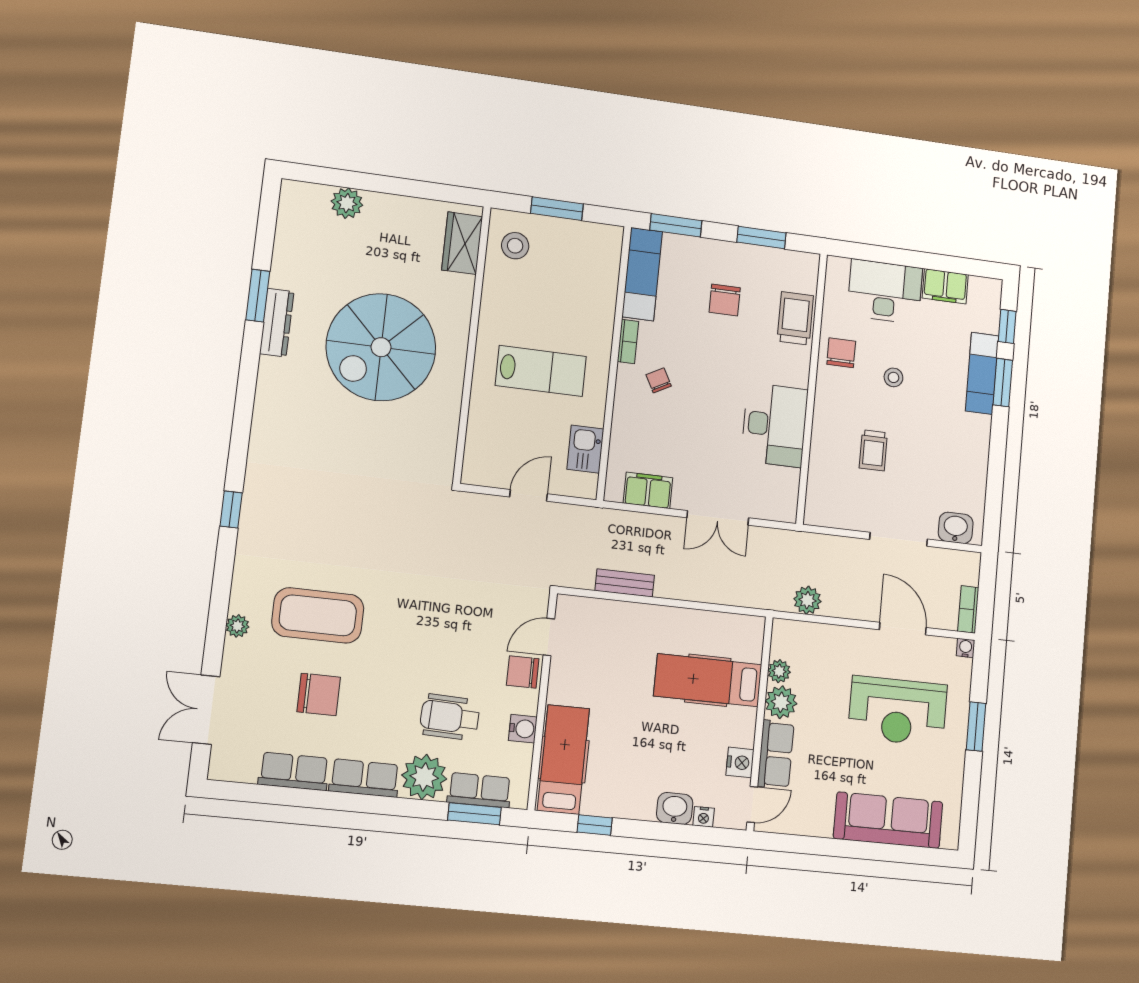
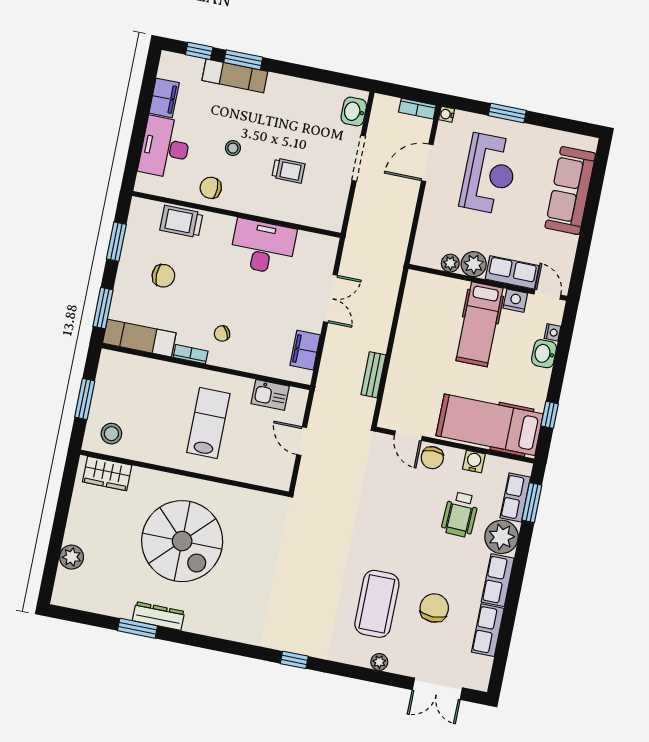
plant: (807, 600) -> (399, 235), removed
hospital bed: (708, 680) -> (479, 324), moved
hospital bed: (563, 760) -> (490, 425), width x1.37, depth x1.29

